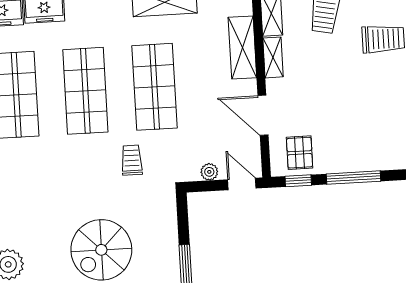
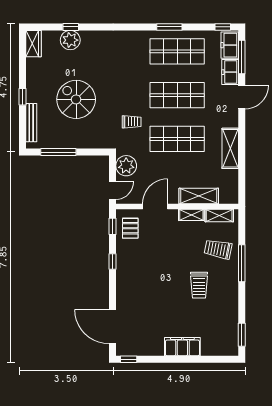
pallet: (300, 153) -> (130, 228), turned 90
plant: (209, 172) -> (126, 166), width x1.88, depth x1.88
window: (353, 178) -> (113, 261), width x0.46

